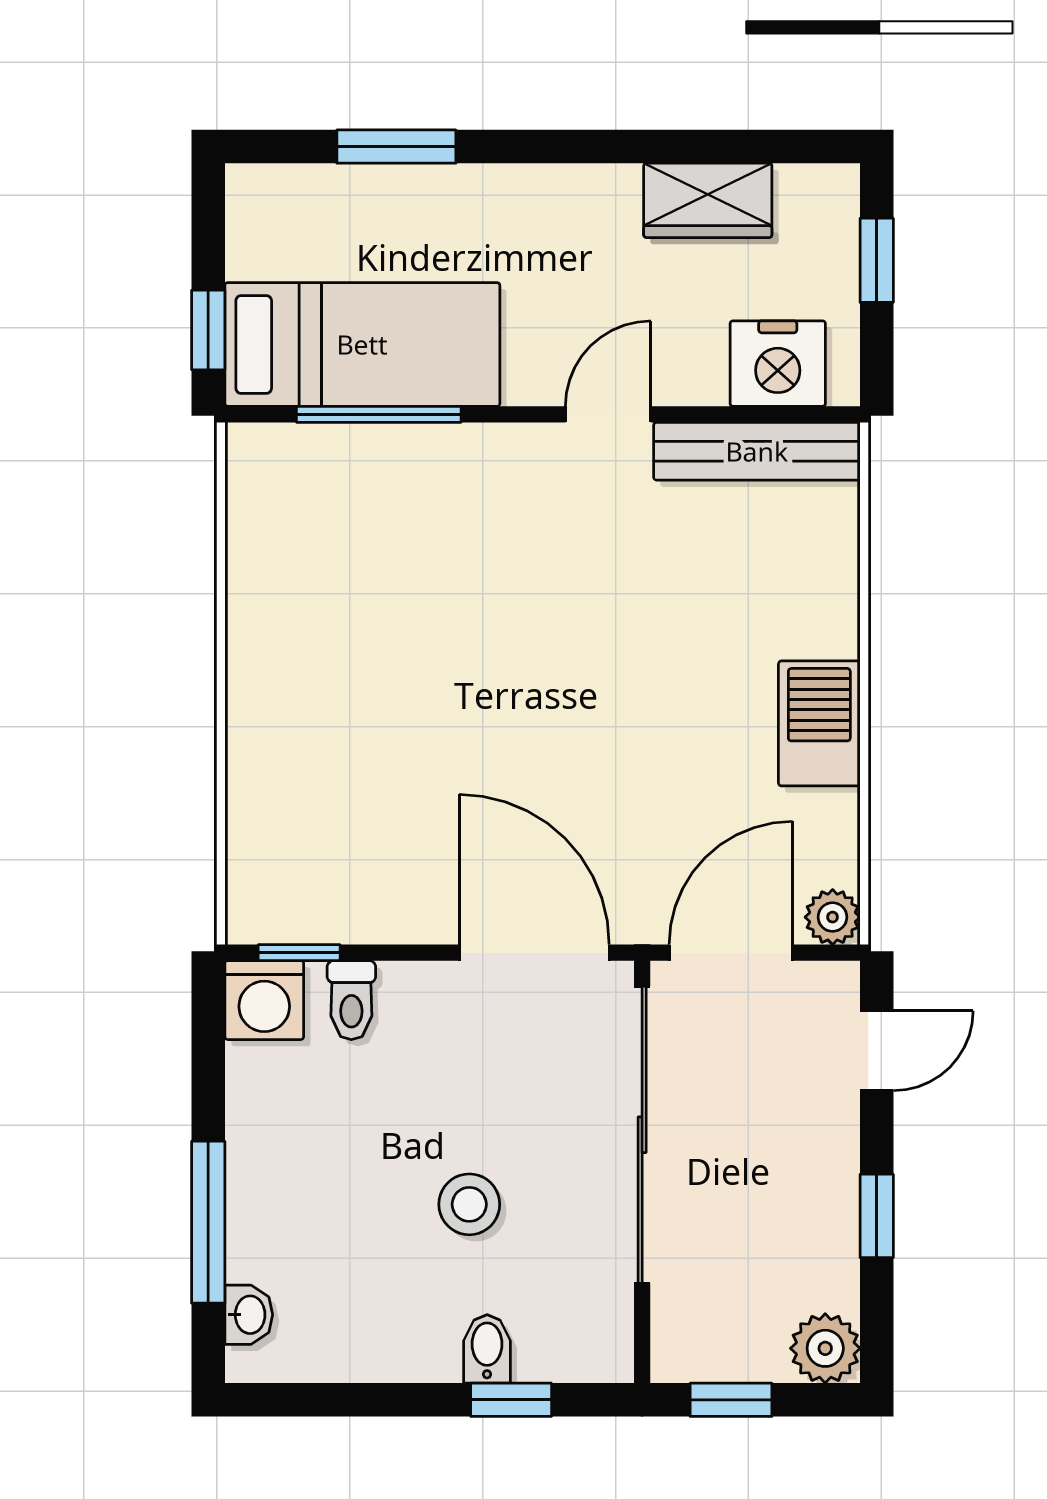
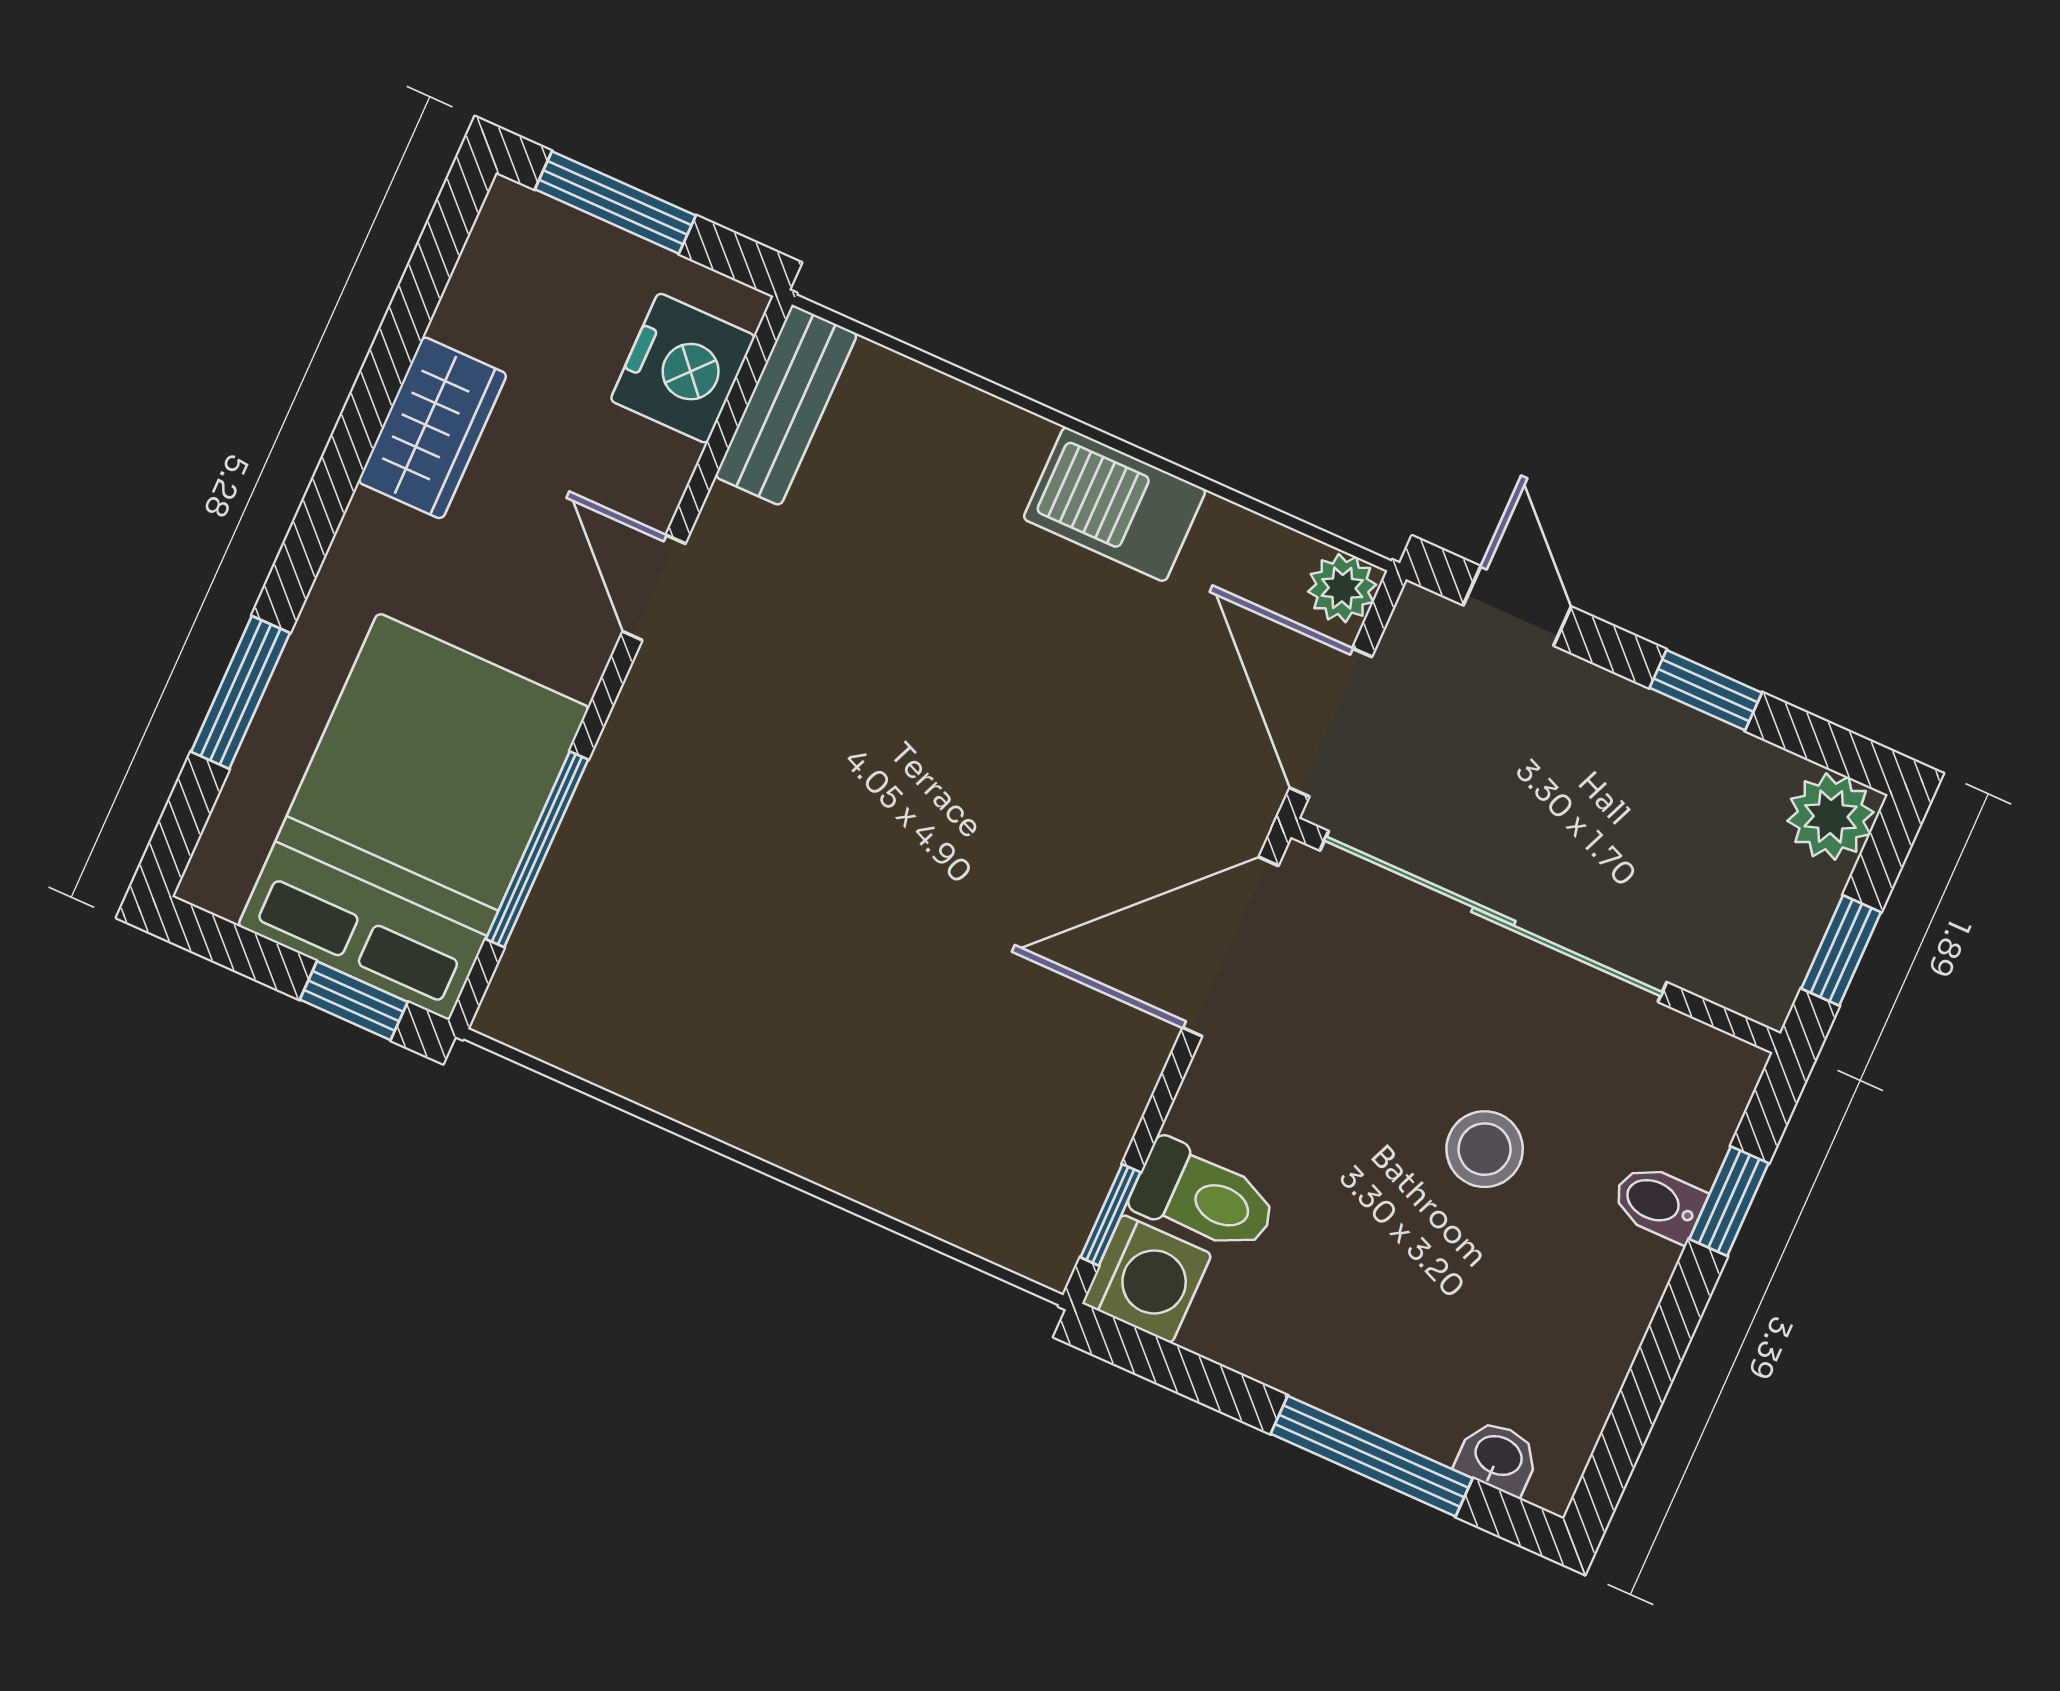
wardrobe: (708, 200) -> (432, 428), moved
window: (877, 260) -> (615, 202), width x1.50
bed: (362, 344) -> (414, 816), width x1.50
bench: (757, 451) -> (786, 405), width x0.73
toilet: (351, 1000) -> (1204, 1197), width x1.37, depth x1.39

